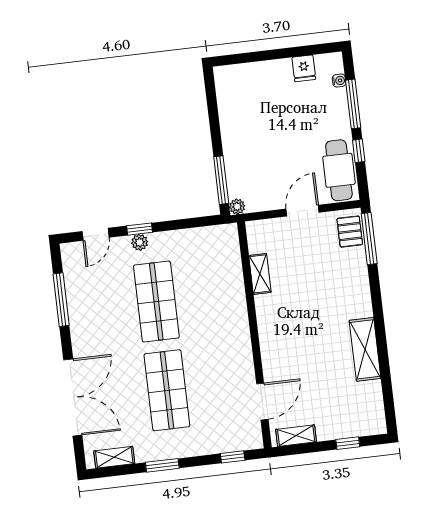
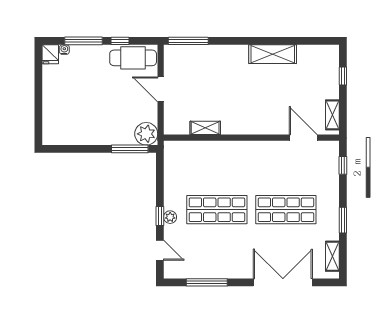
fridge: (304, 68) -> (50, 54), moved, turned 90
plant: (237, 207) -> (146, 134), width x1.87, depth x1.87
pallet: (350, 232) -> (181, 55), removed

